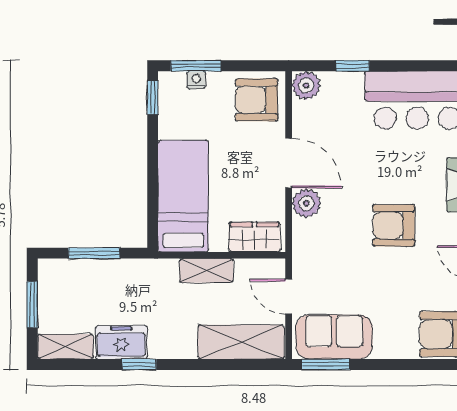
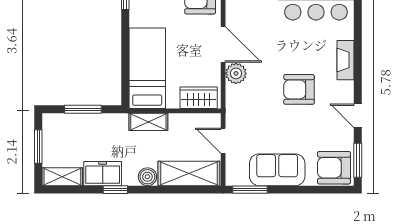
shelving: (206, 271) -> (148, 122), moved
sofa: (334, 337) -> (277, 170), moved
boiler: (184, 347) -> (147, 177), added

